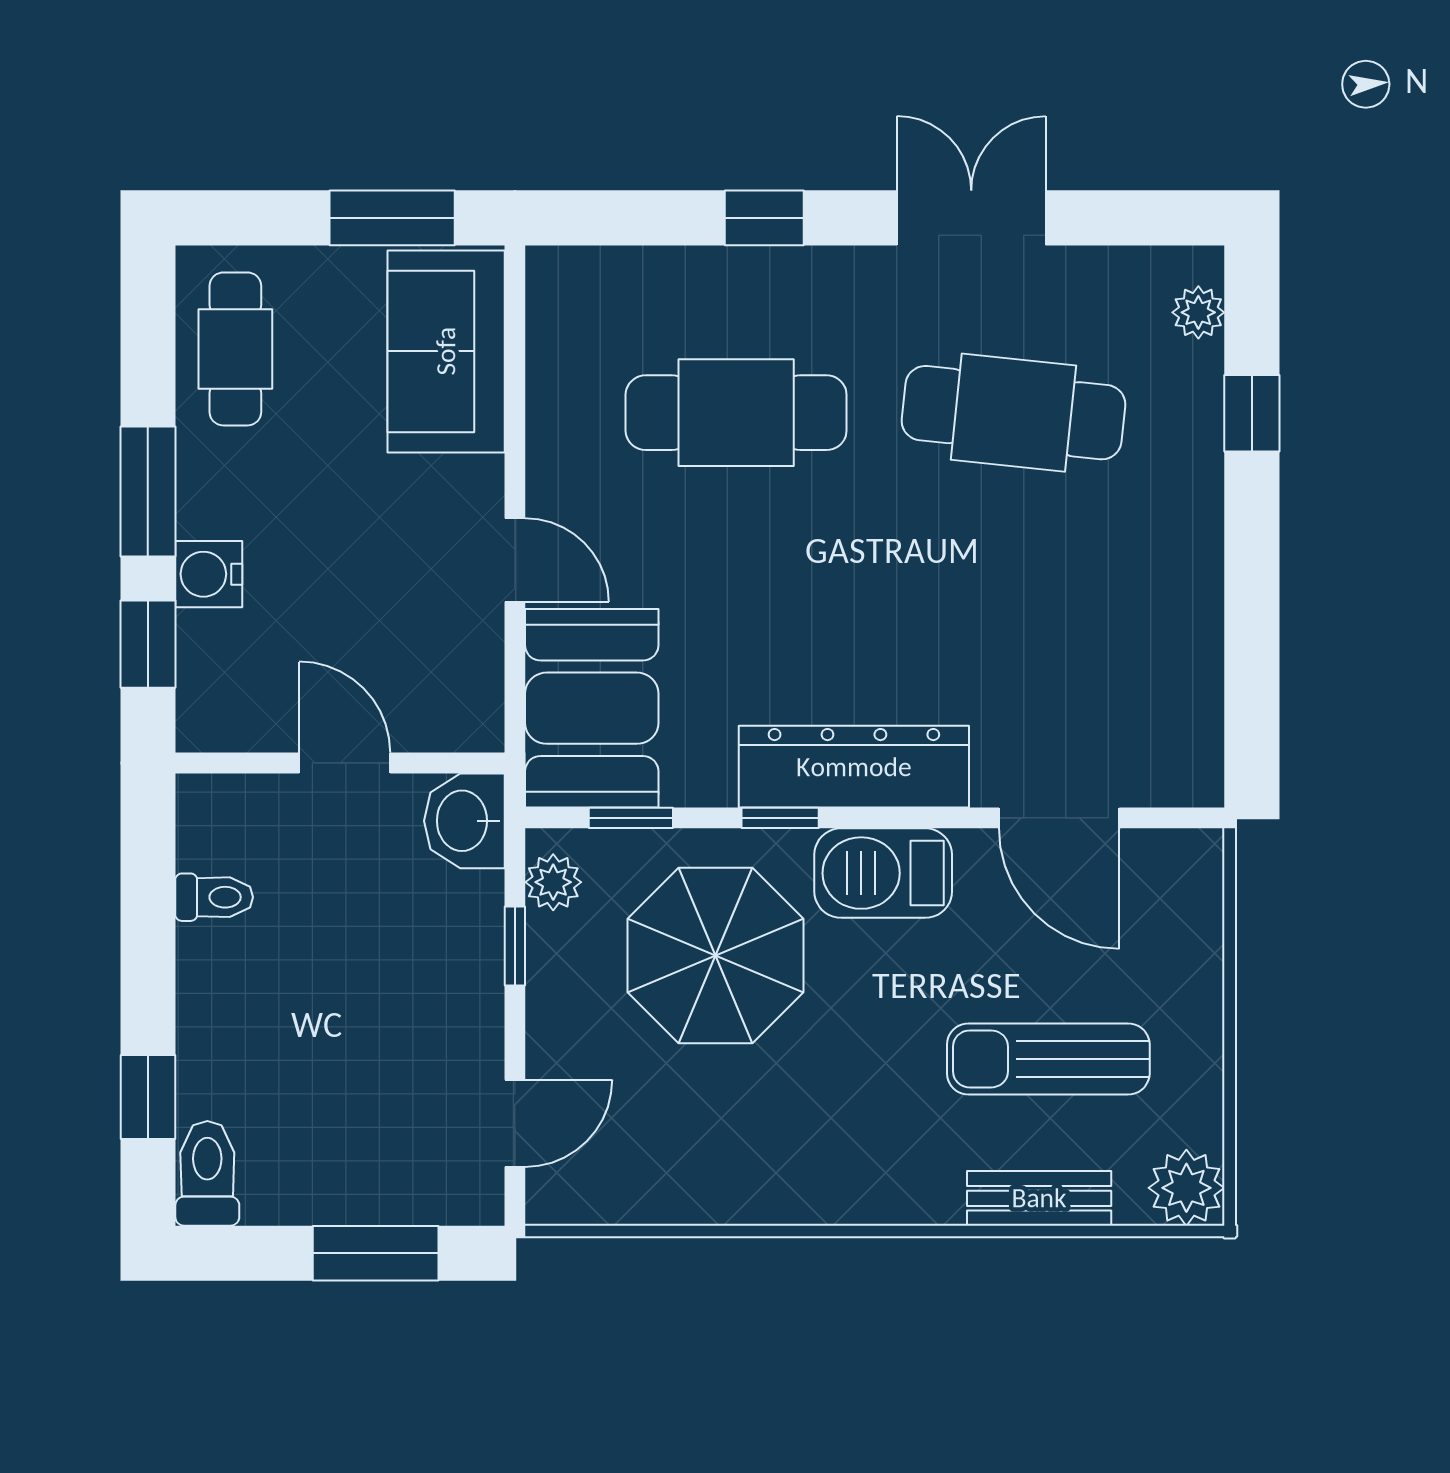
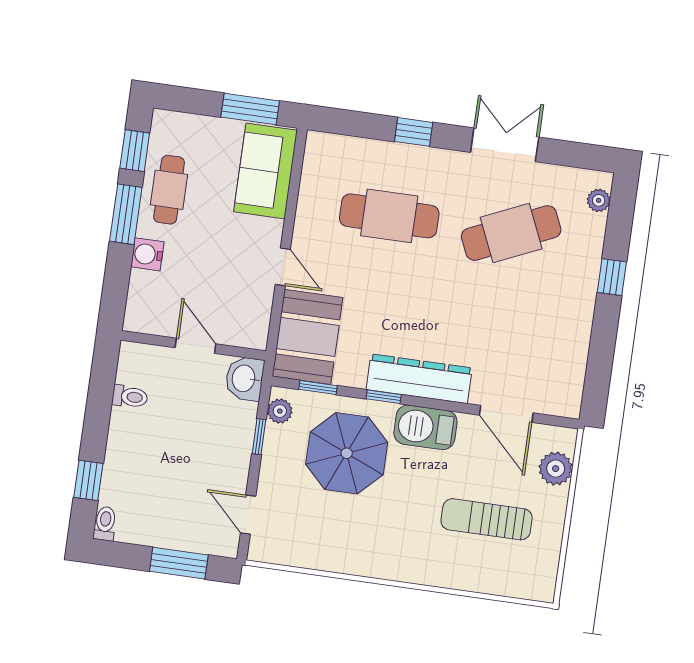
cafe table: (235, 349) -> (169, 190), moved
cafe table: (1013, 413) -> (511, 233), turned -30
window: (1252, 413) -> (612, 277), moved
window: (148, 644) -> (135, 151), moved
door: (515, 1123) -> (248, 515), swing flipped
toilet: (207, 1173) -> (105, 524), width x0.73, depth x0.72
plant: (1186, 1188) -> (556, 469), moved
bench: (1039, 1198) -> (474, 580), removed

